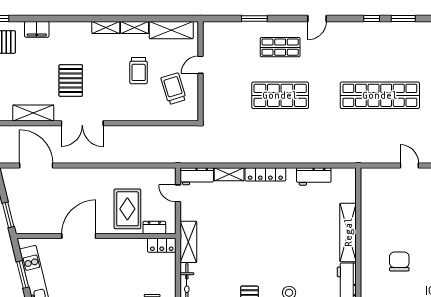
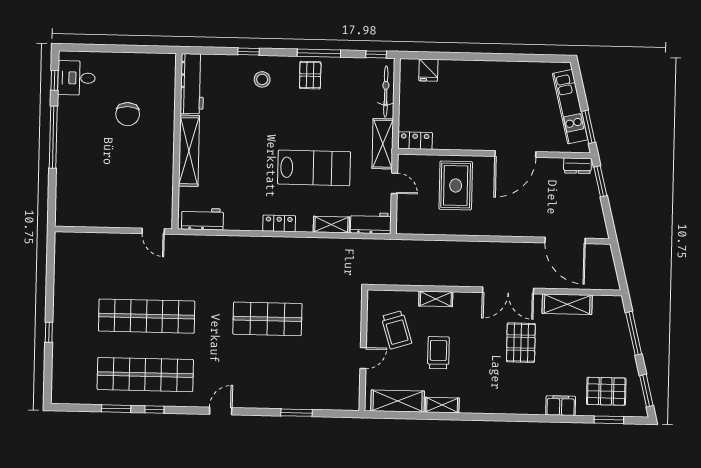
shelving: (106, 27) -> (436, 299), moved
shop shelf: (280, 47) -> (145, 375), moved, width x2.00, depth x1.36
double door: (82, 123) -> (508, 290), swing flipped
door: (409, 166) -> (153, 231), moved
locker: (265, 174) -> (279, 223), width x0.66
workbench: (314, 176) -> (202, 219), moved
door: (178, 193) -> (394, 183), moved
lab bench: (245, 221) -> (314, 168), added
dresser: (154, 227) -> (577, 166), moved
window: (23, 274) -> (588, 127), moved

